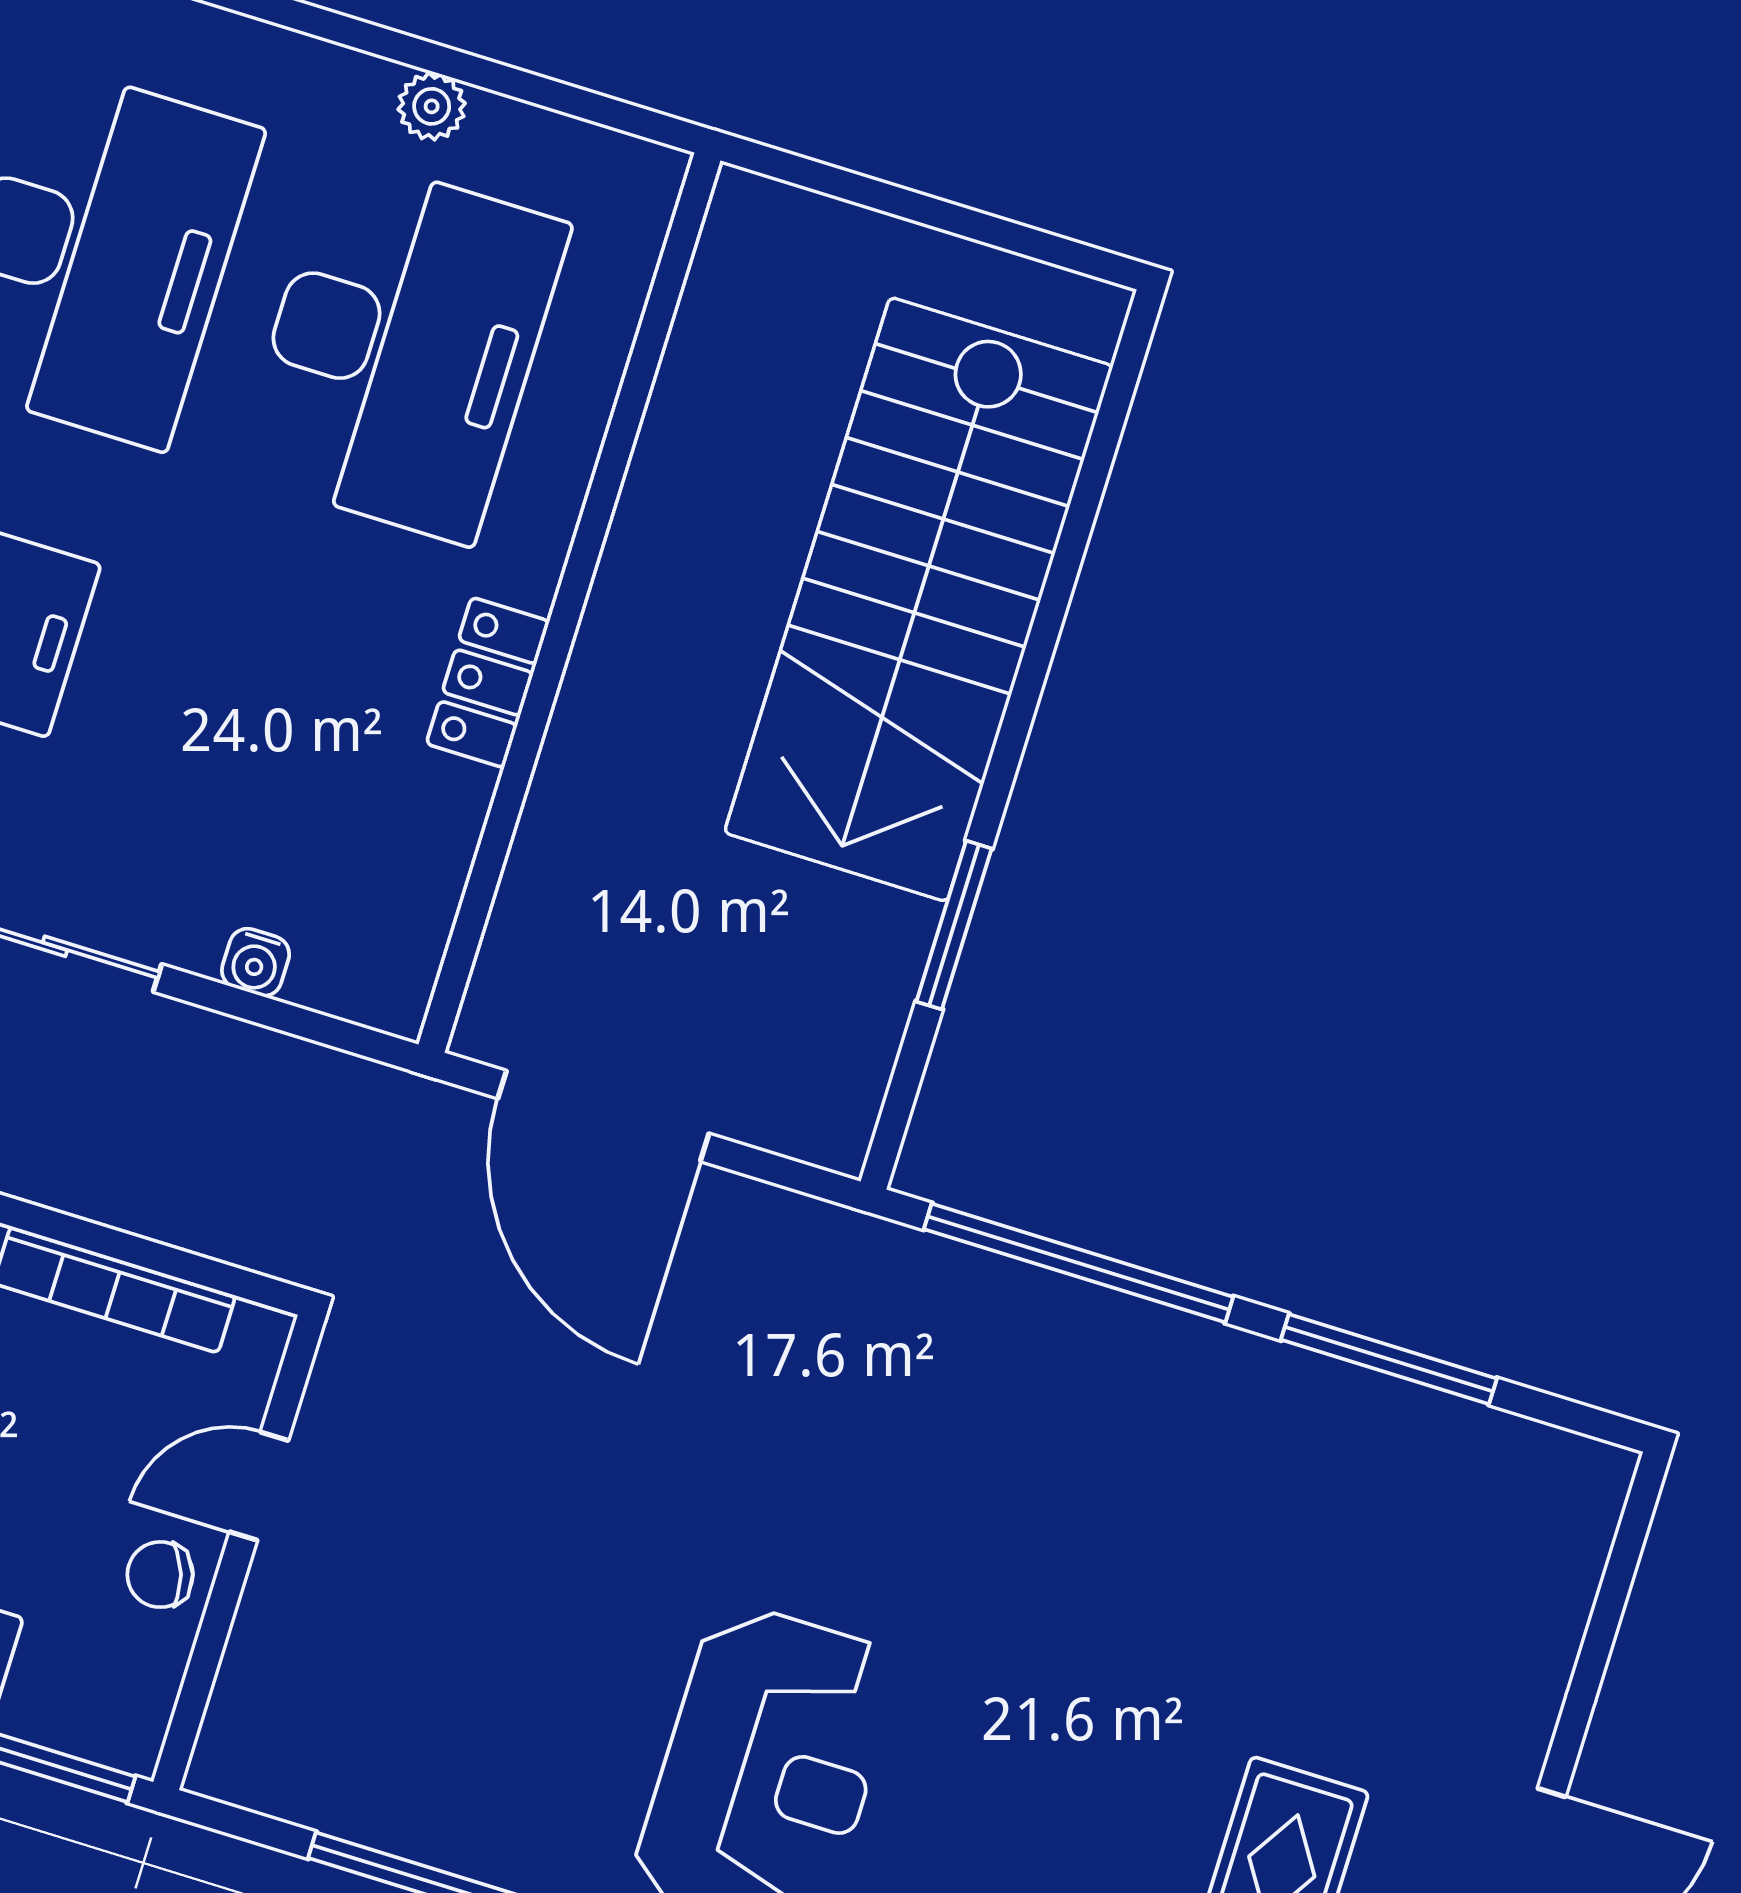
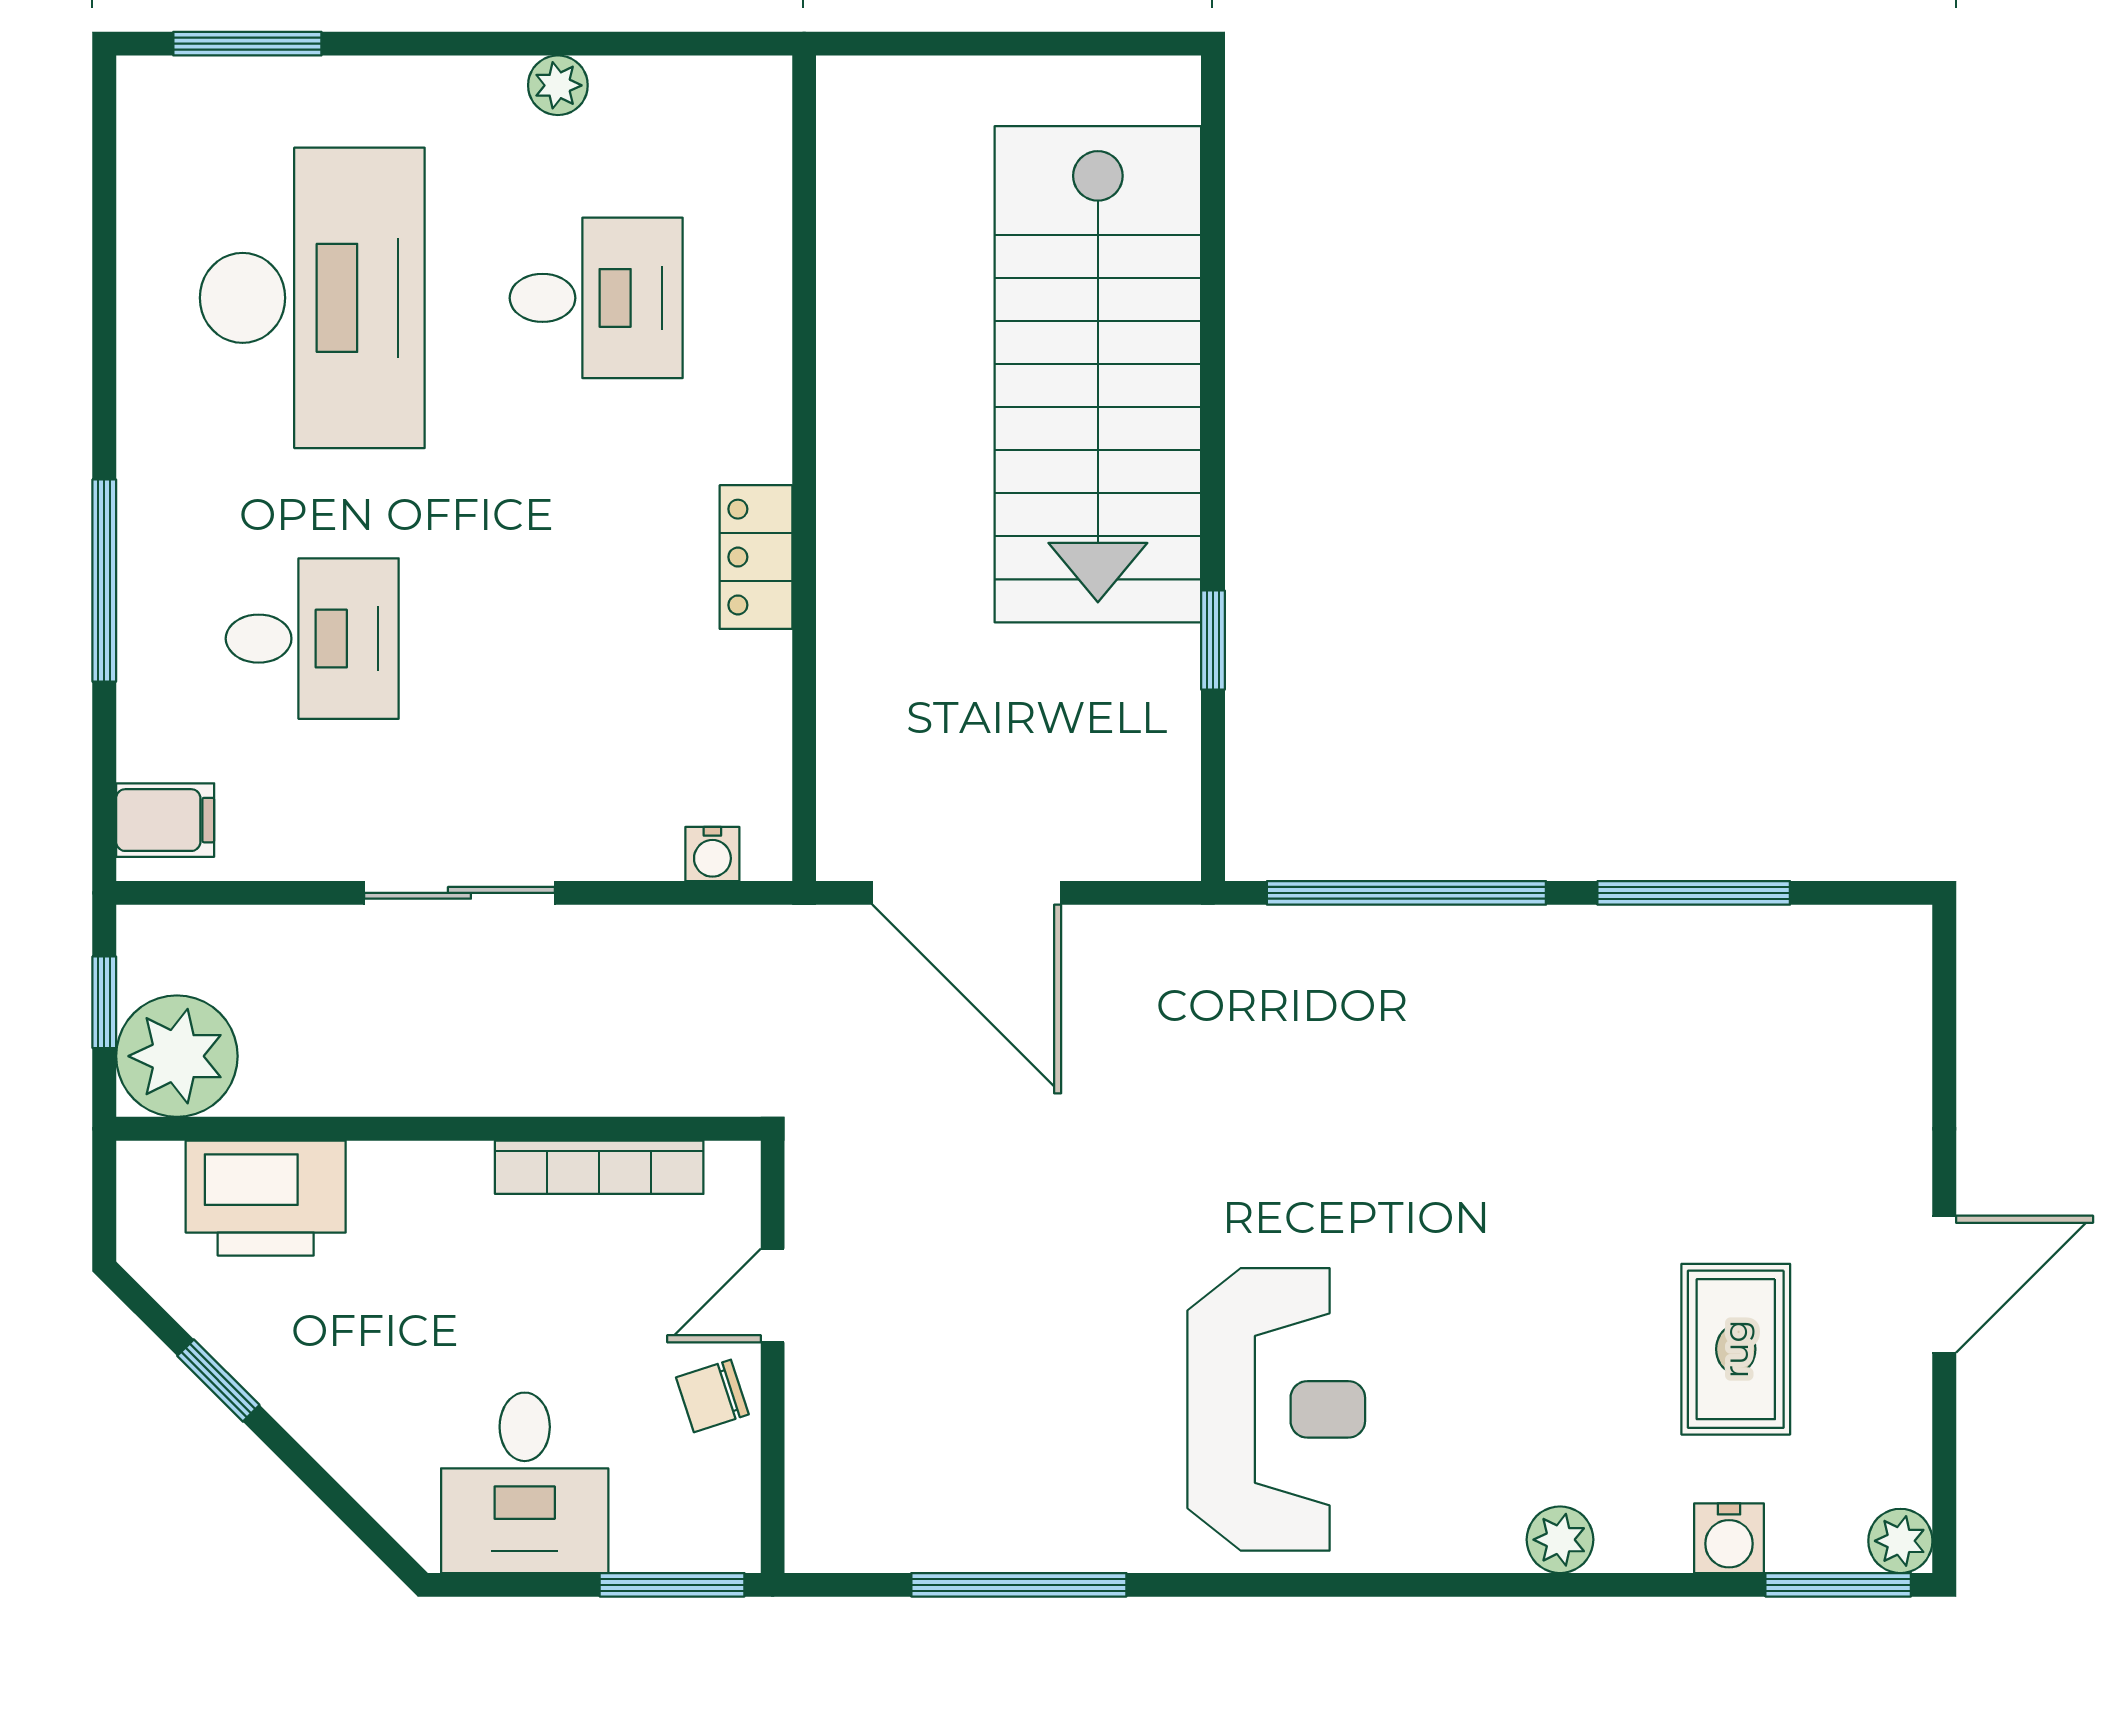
desk: (402, 349) -> (596, 298), width x0.53, depth x0.77
window: (954, 925) -> (1213, 640), width x0.67
water cooler: (256, 962) -> (712, 854), moved

